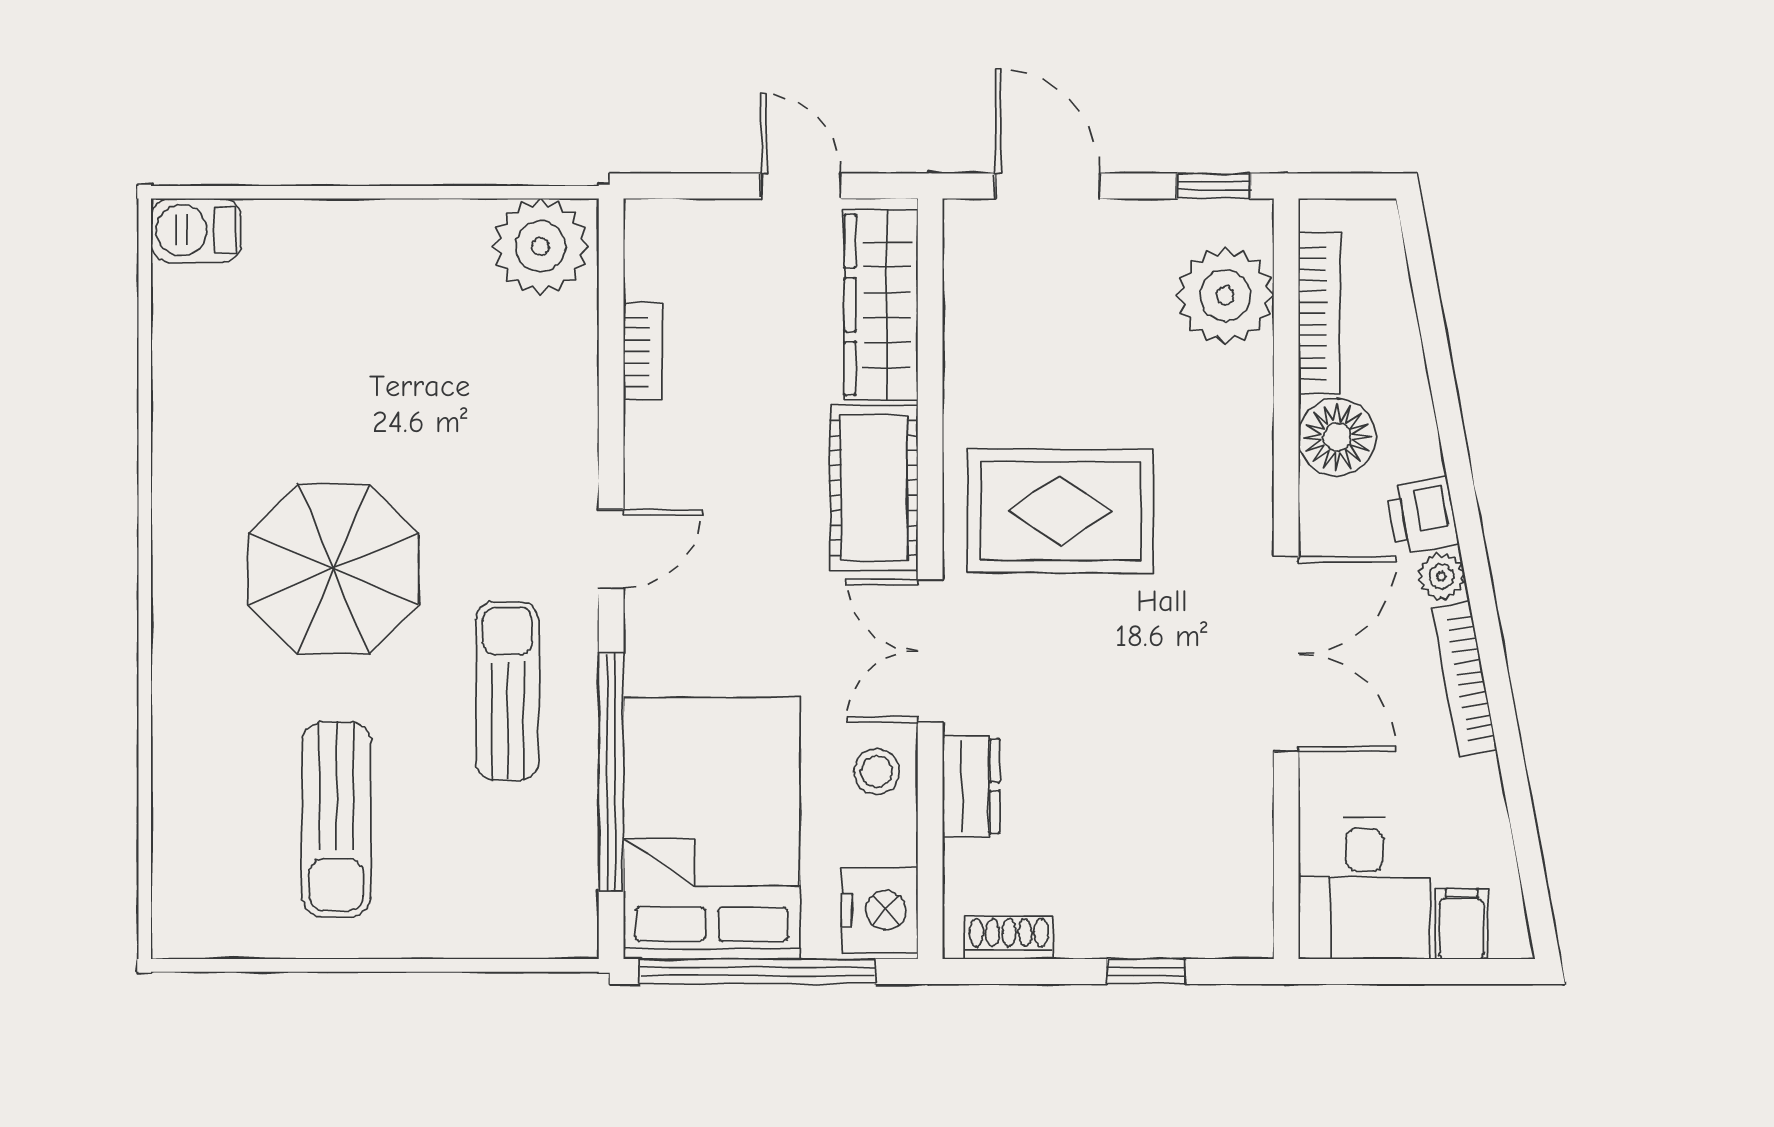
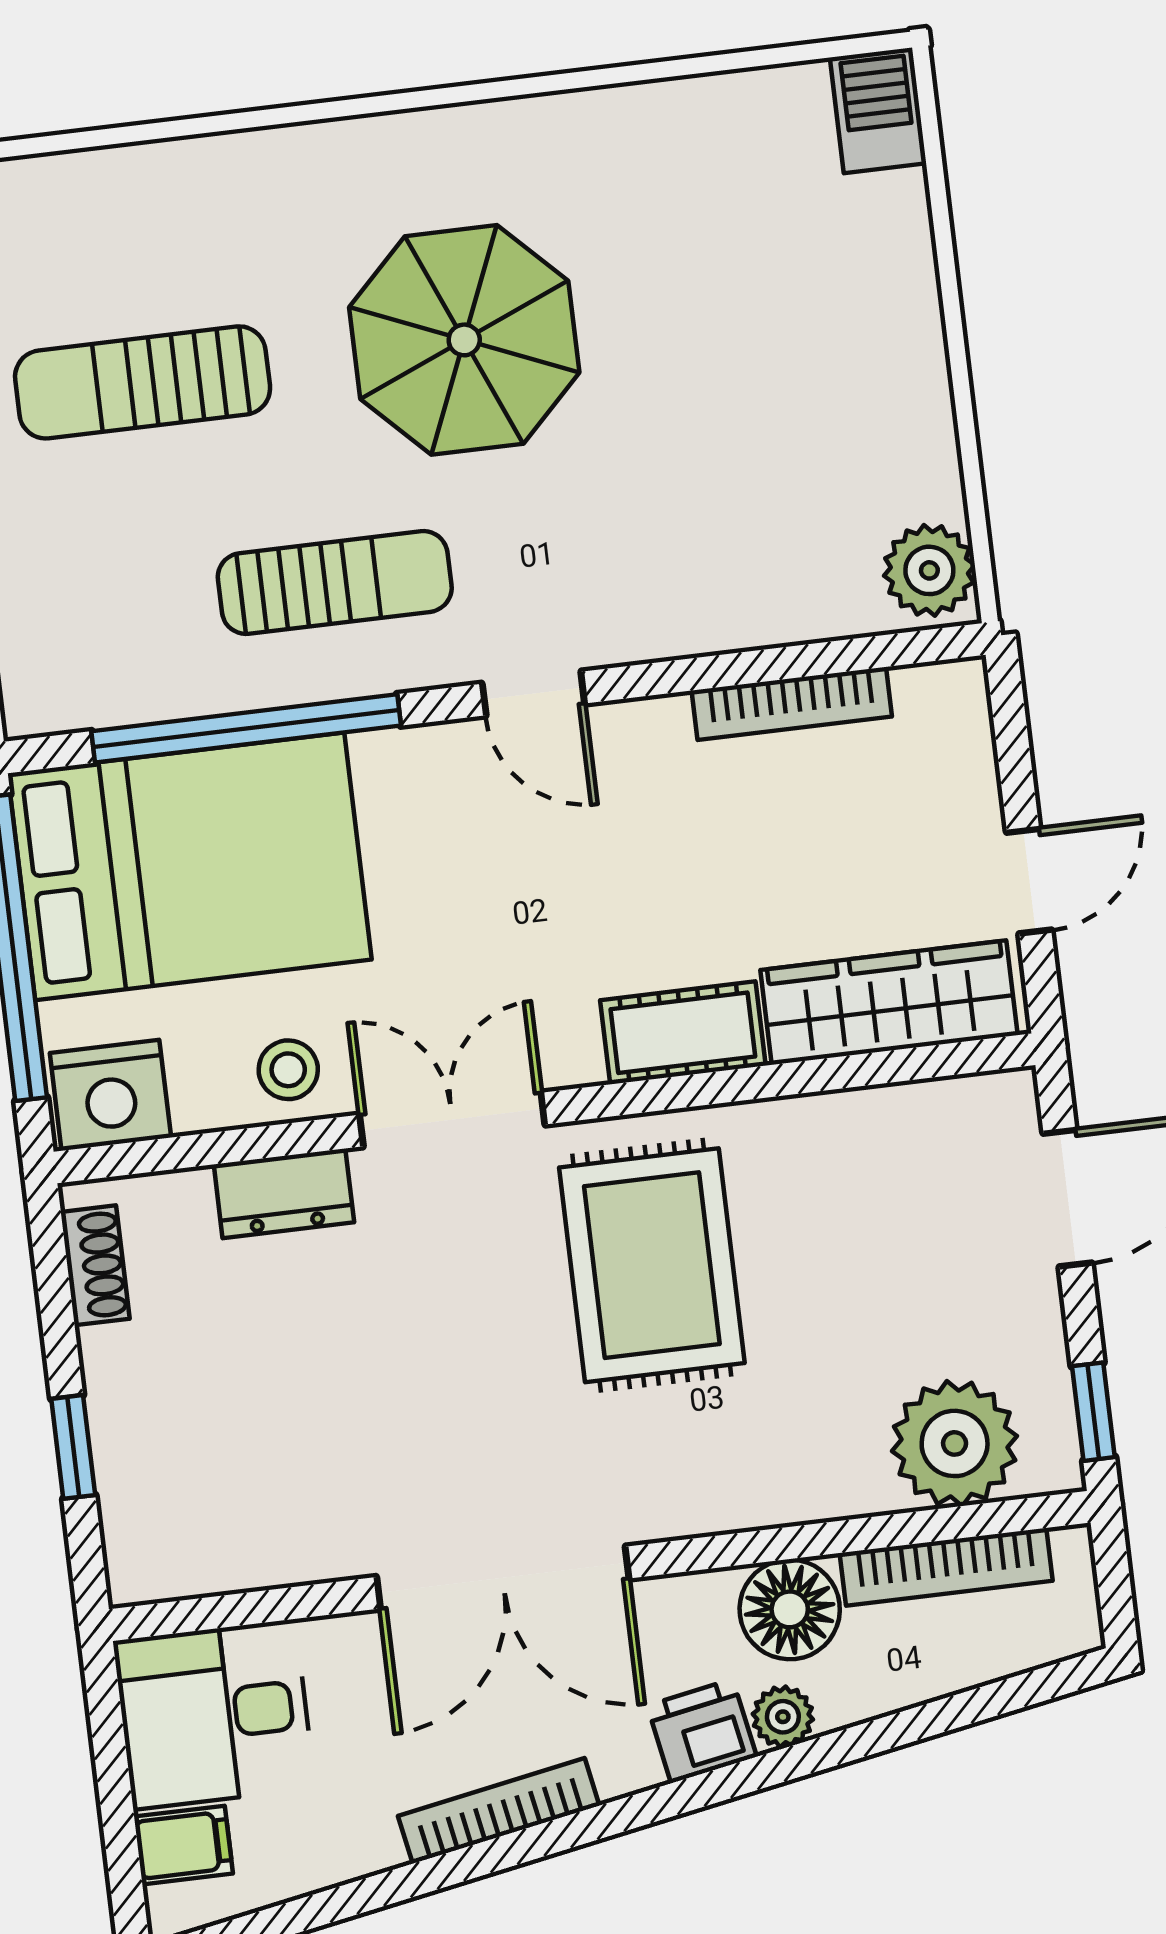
plant: (540, 247) -> (929, 570), width x0.73, depth x0.73
bookcase: (643, 352) -> (792, 704), width x1.56
cot: (874, 488) -> (683, 1033), width x0.73, depth x0.75
plant: (1441, 576) -> (783, 1717), moved

